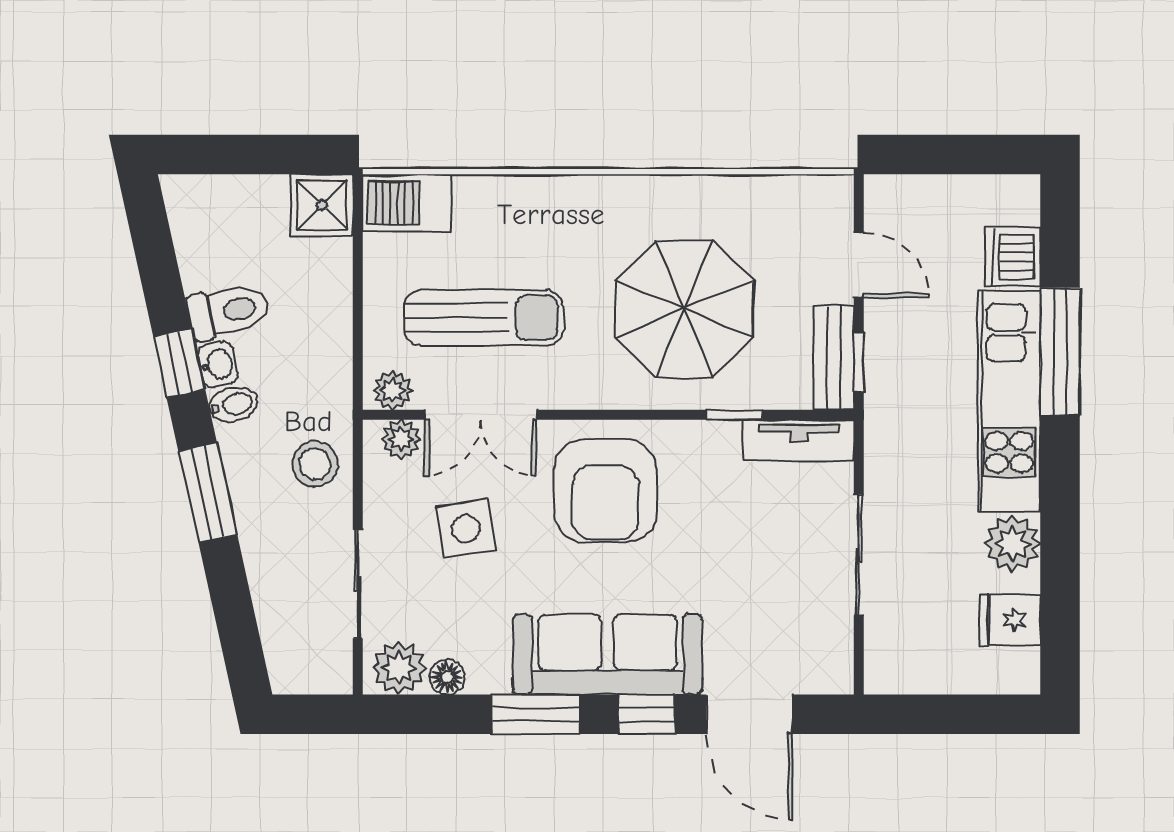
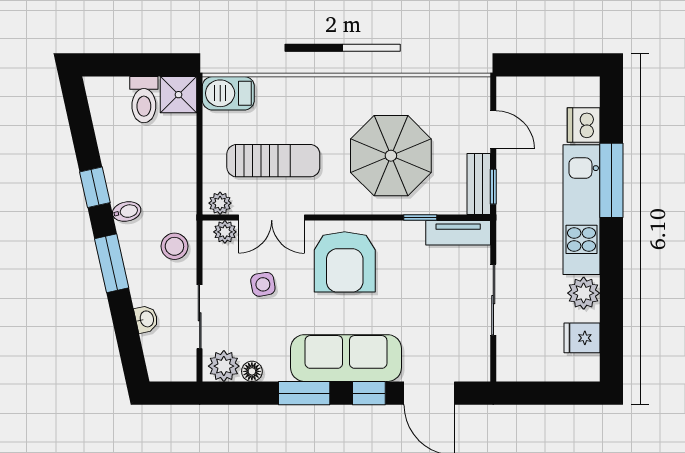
toilet: (228, 311) -> (144, 100), moved, turned 102
washbasin: (218, 365) -> (146, 319), moved
side table: (466, 529) -> (263, 284), width x0.73, depth x0.73

